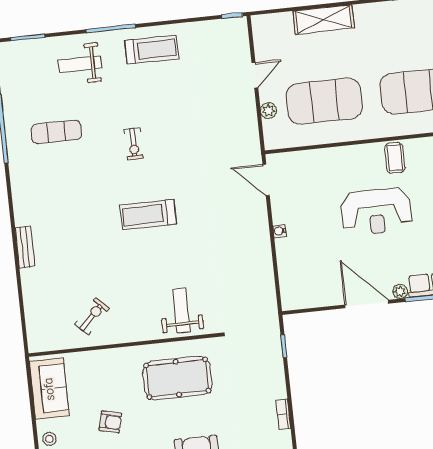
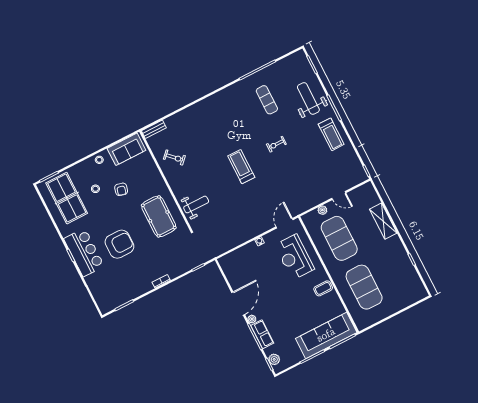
weight bench: (80, 64) -> (308, 98), width x1.36, depth x1.33
reception desk: (376, 212) -> (294, 257), moved
bench: (25, 247) -> (154, 129), moved

